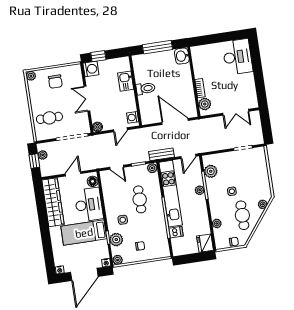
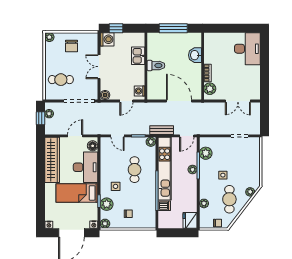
washbasin: (182, 56) -> (195, 55), moved

